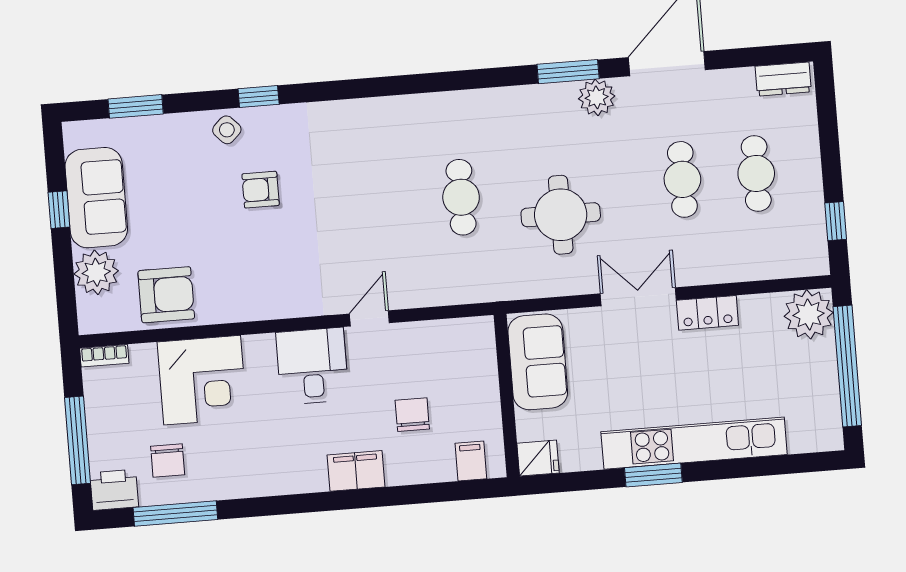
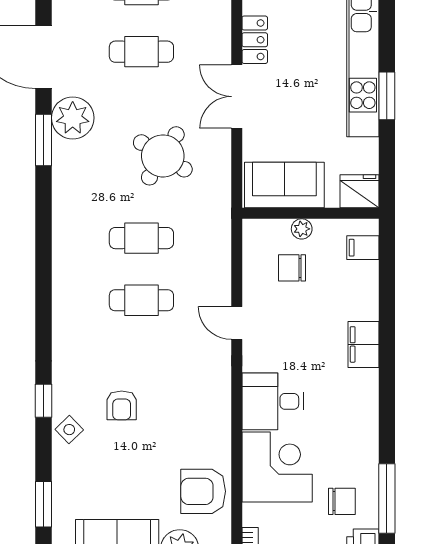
plant: (597, 97) -> (73, 118), width x1.36, depth x1.36
cafe table: (387, 203) -> (141, 300), added
round table: (561, 215) -> (163, 156), turned 32
armchair: (166, 295) -> (203, 491), turned -90
desk: (312, 366) -> (273, 401), moved
plant: (487, 387) -> (302, 229), added
chair: (412, 415) -> (292, 268), moved
fridge: (538, 458) -> (359, 191), width x1.38

